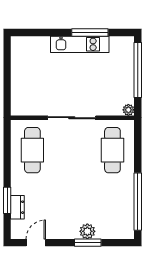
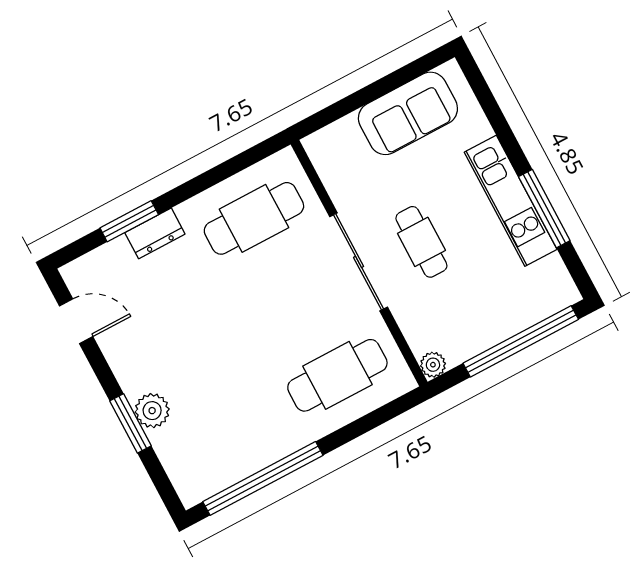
sofa: (23, 67) -> (408, 113), added
cafe table: (77, 88) -> (421, 242), added
dresser: (17, 207) -> (155, 233), moved

